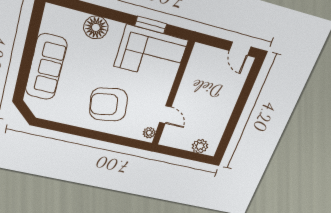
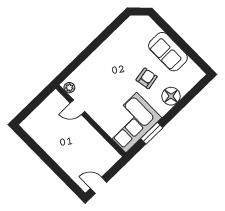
sofa: (46, 67) -> (168, 52), width x0.73
armchair: (108, 105) -> (147, 78), moved, width x0.53, depth x0.53
plant: (200, 146) -> (35, 119), removed

